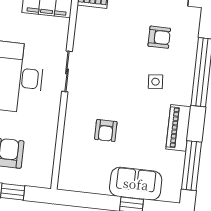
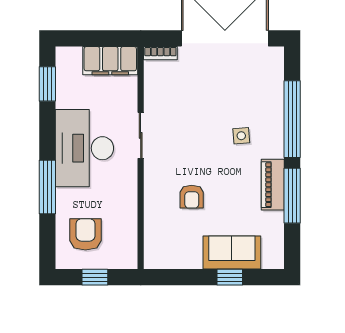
armchair: (159, 37) -> (240, 85), removed
window: (192, 166) -> (292, 196), moved

